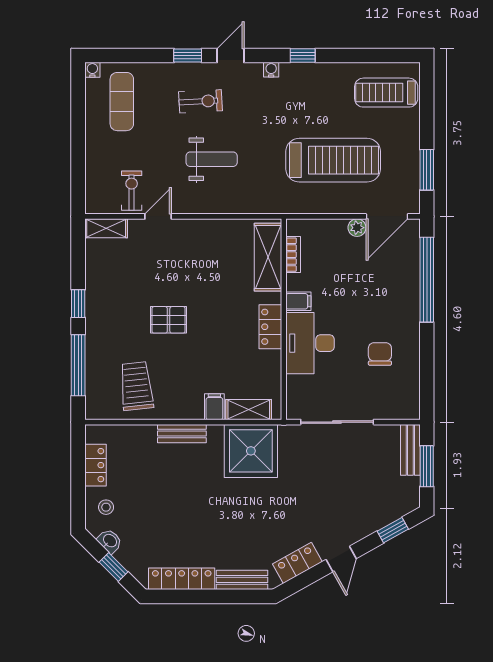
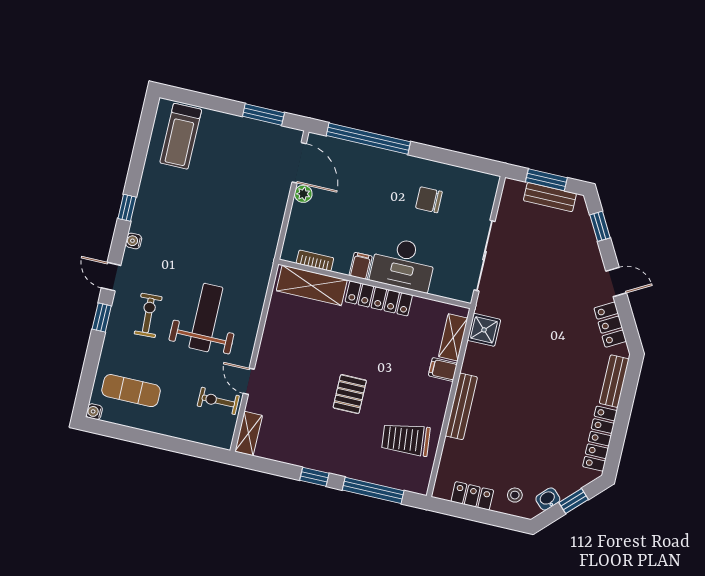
weight bench: (212, 159) -> (206, 318), width x1.36, depth x1.33
treadmill: (333, 160) -> (234, 202), removed
locker: (270, 327) -> (379, 298), width x1.53
bench: (182, 434) -> (461, 406), width x1.36
bench: (410, 450) -> (550, 197), moved
shower: (251, 451) -> (484, 330), width x0.54, depth x0.54

